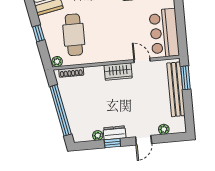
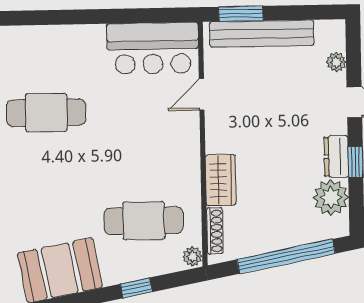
wardrobe: (118, 72) -> (221, 180), moved
plant: (98, 136) -> (331, 198), width x1.87, depth x1.87

